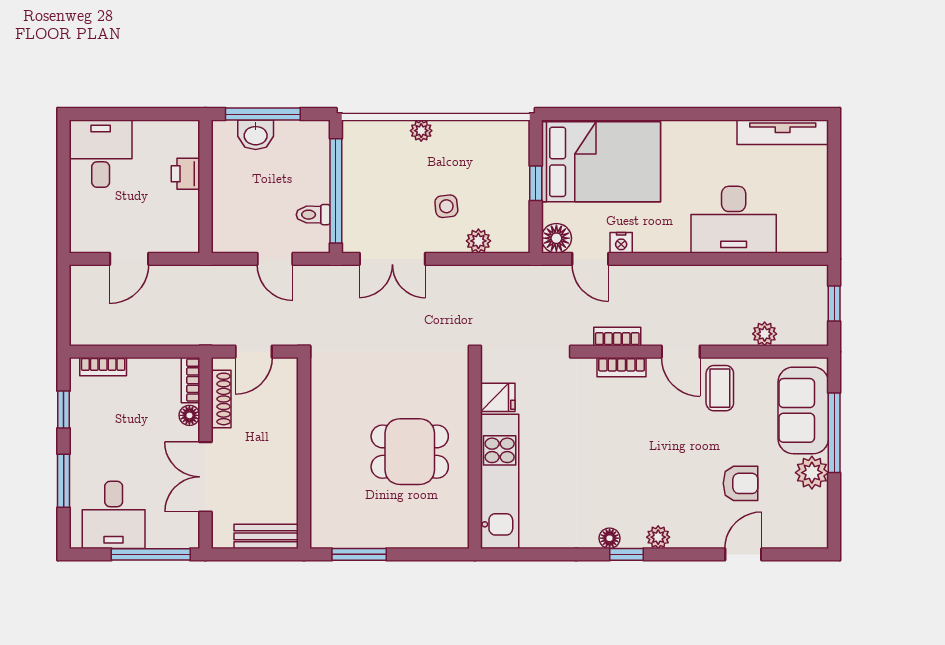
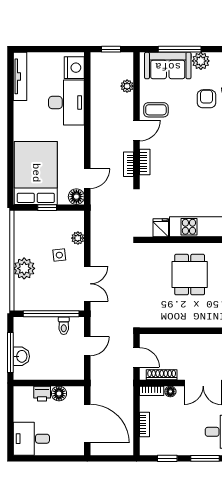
plant: (421, 131) -> (24, 268), width x1.88, depth x1.88
floor lamp: (186, 206) -> (59, 394), added
nightstand: (621, 243) -> (74, 68), moved, width x1.89, depth x1.79
door: (129, 259) -> (87, 424), width x1.87
bookcase: (103, 367) -> (145, 424), moved

